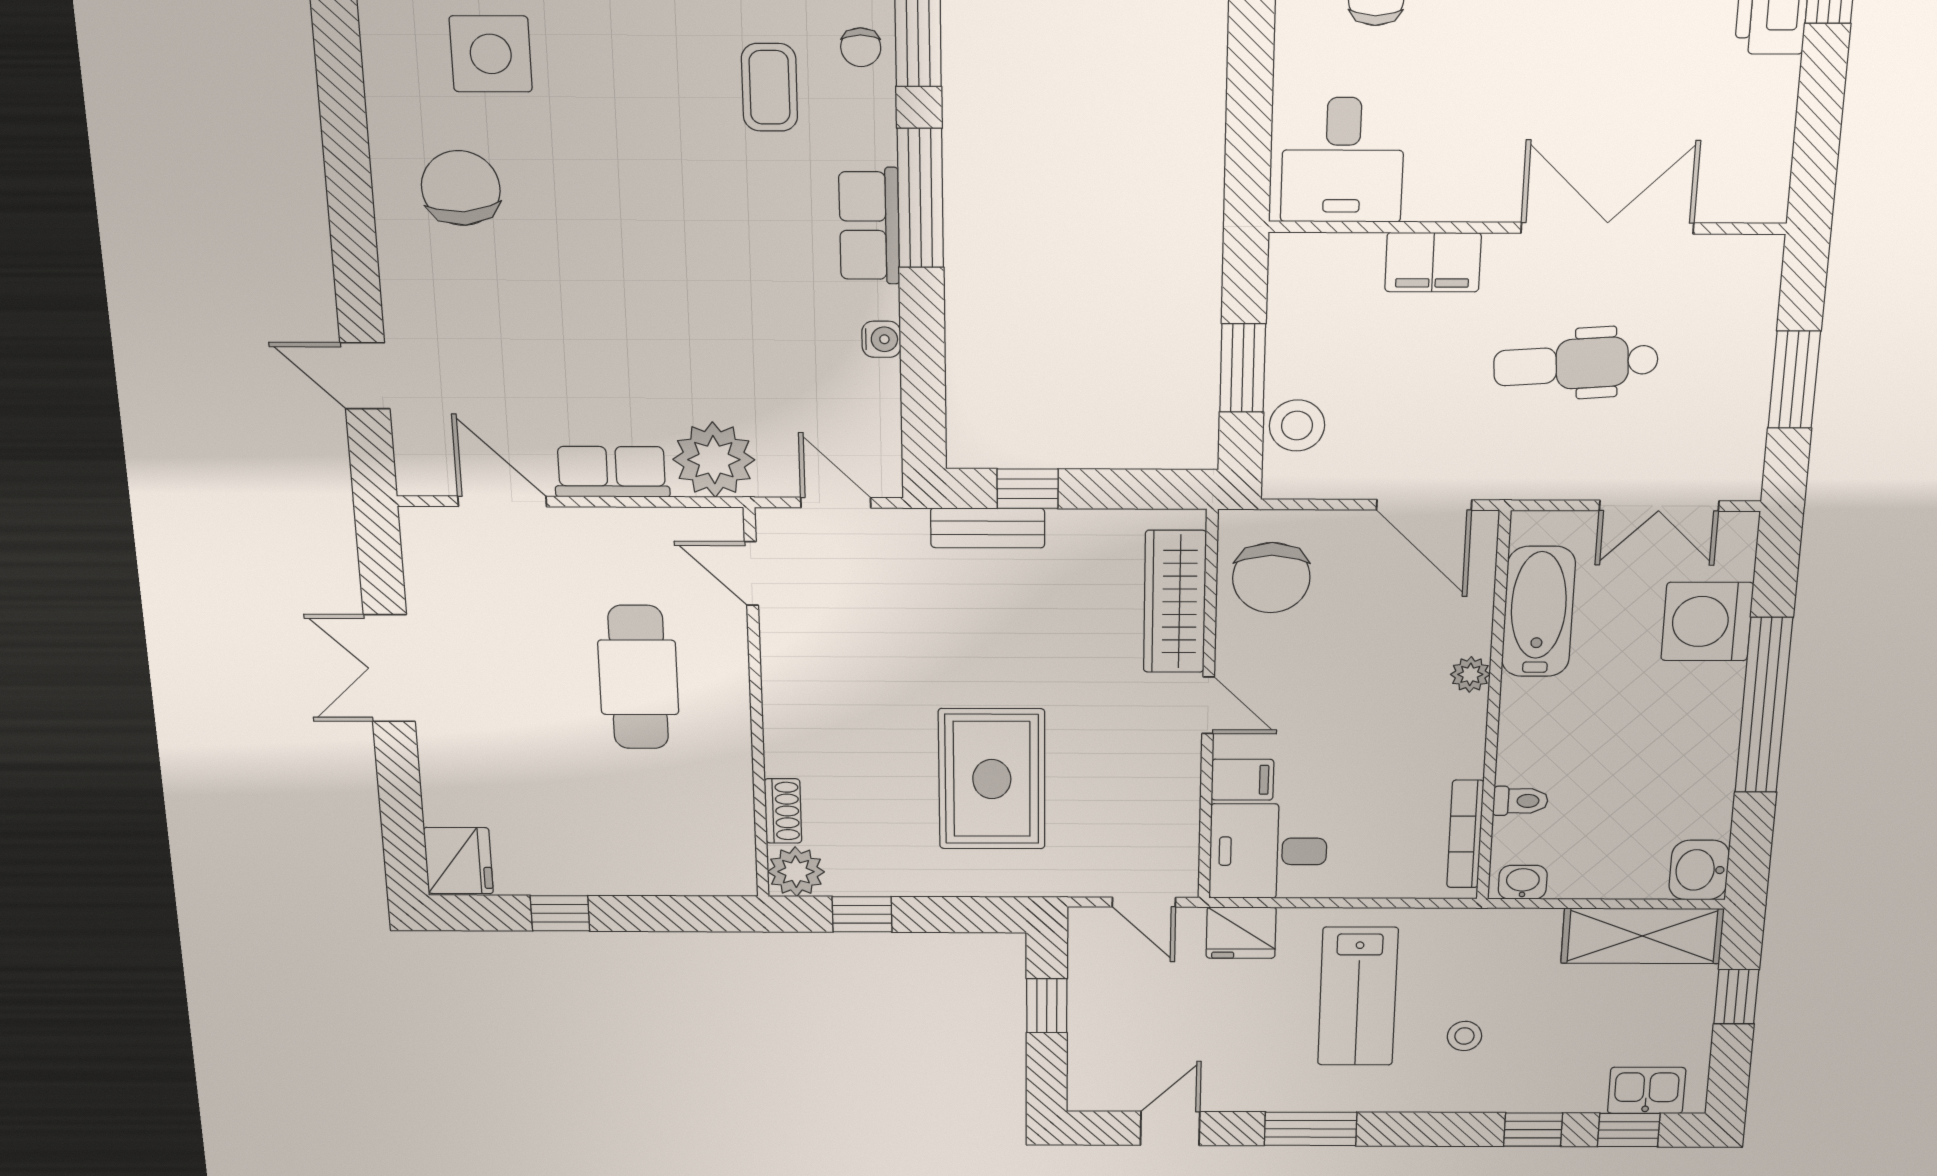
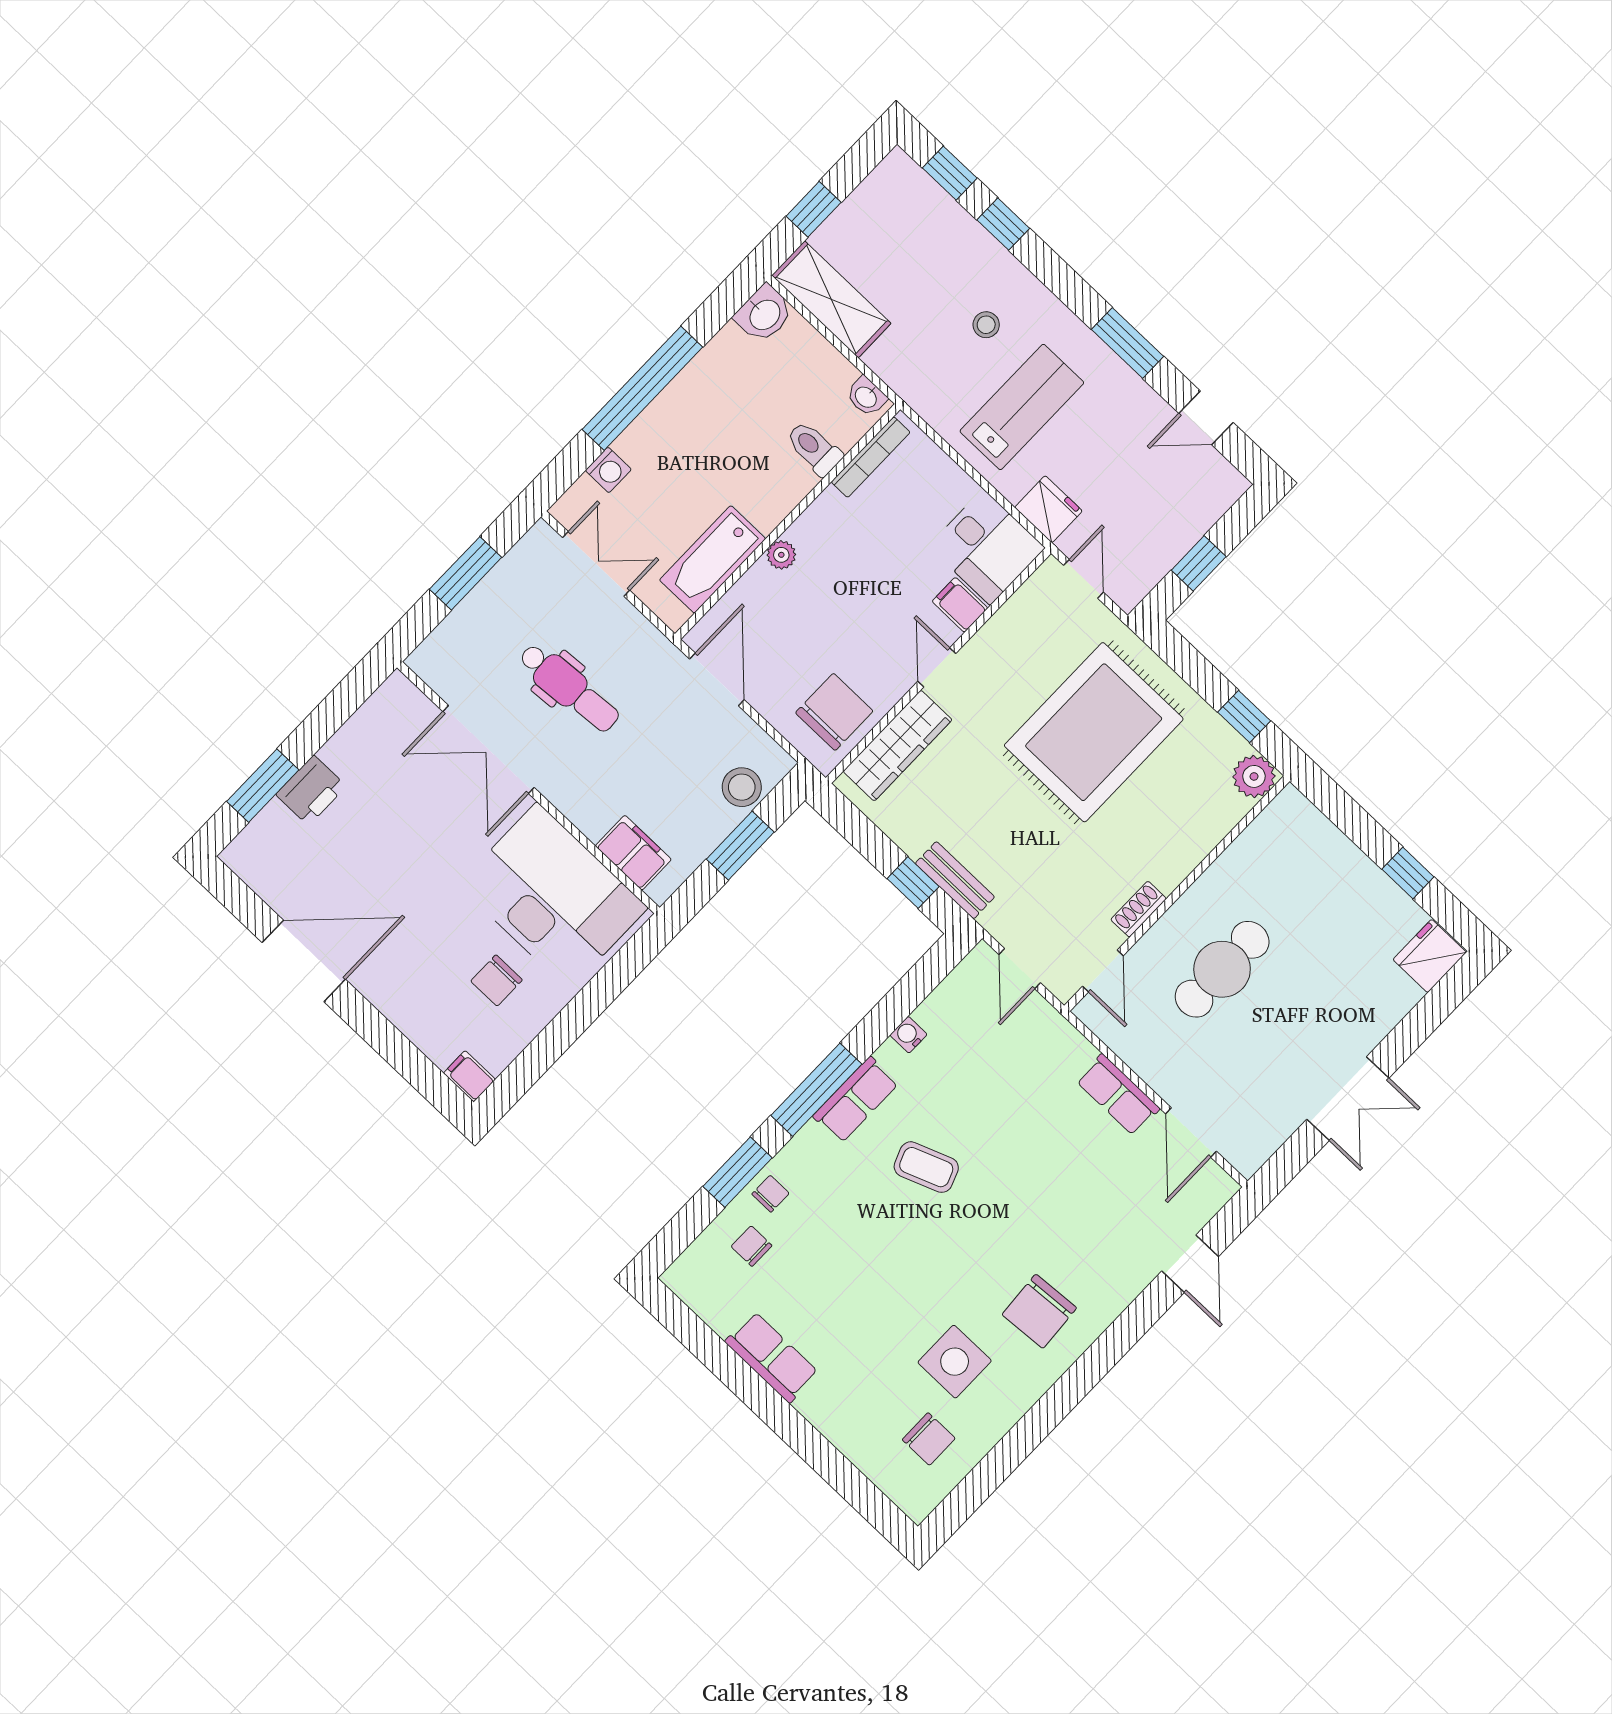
coffee table: (769, 87) -> (926, 1167), moved, turned 69
desk: (1343, 160) -> (553, 896), width x1.87, depth x1.30
filing cabinet: (1433, 262) -> (633, 853), moved
plant: (714, 460) -> (1059, 1051), removed
washing machine: (1707, 622) -> (608, 470), width x0.53, depth x0.53
rug: (992, 779) -> (1094, 732), width x1.37, depth x1.44
toilet: (1520, 801) -> (814, 448), width x1.37, depth x1.39
shoe rack: (783, 811) -> (1139, 909), moved
kitchen sink: (1647, 1090) -> (917, 191), removed

